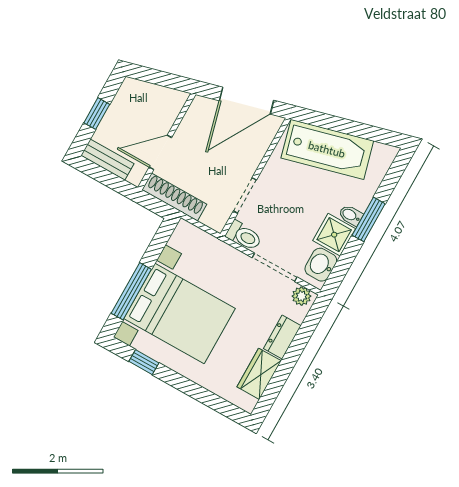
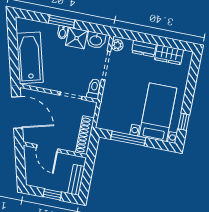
door: (160, 152) -> (47, 148), moved
window: (131, 291) -> (128, 138), moved
bed with nightstands: (180, 314) -> (158, 112), width x0.73

